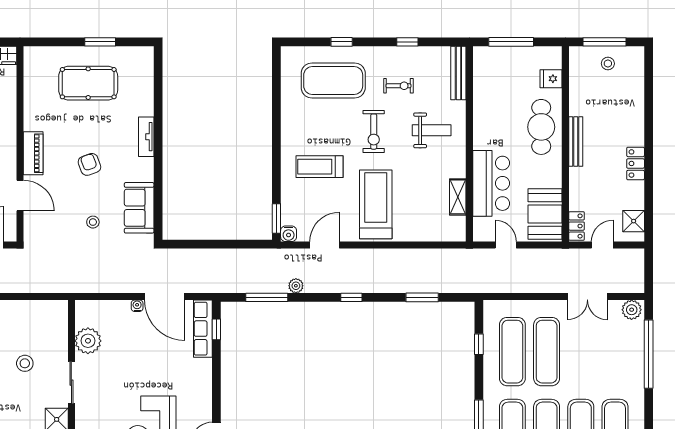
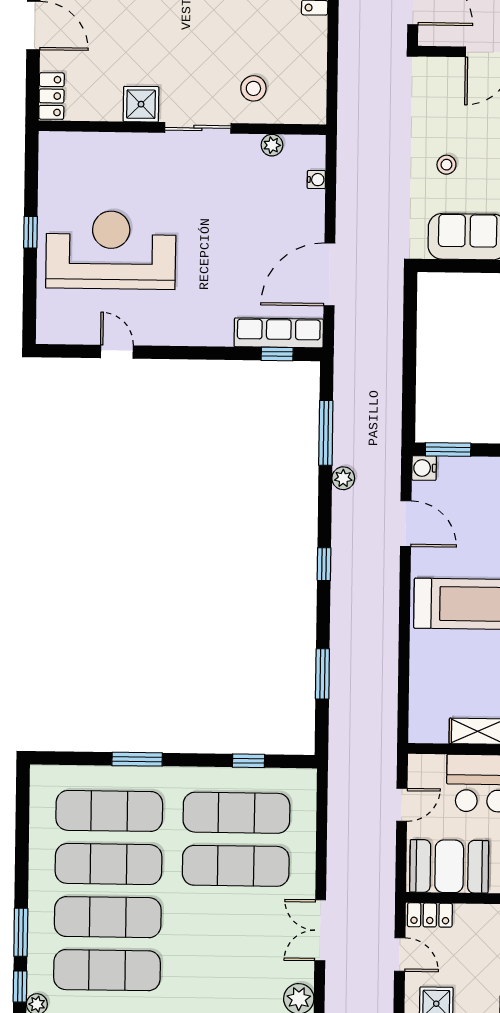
water cooler: (137, 306) -> (316, 180), moved
plant: (88, 341) -> (272, 145), width x0.53, depth x0.53
stool: (25, 363) -> (253, 88), moved

